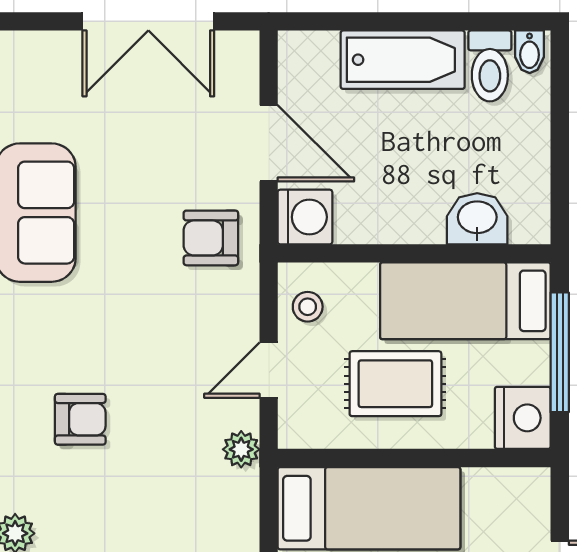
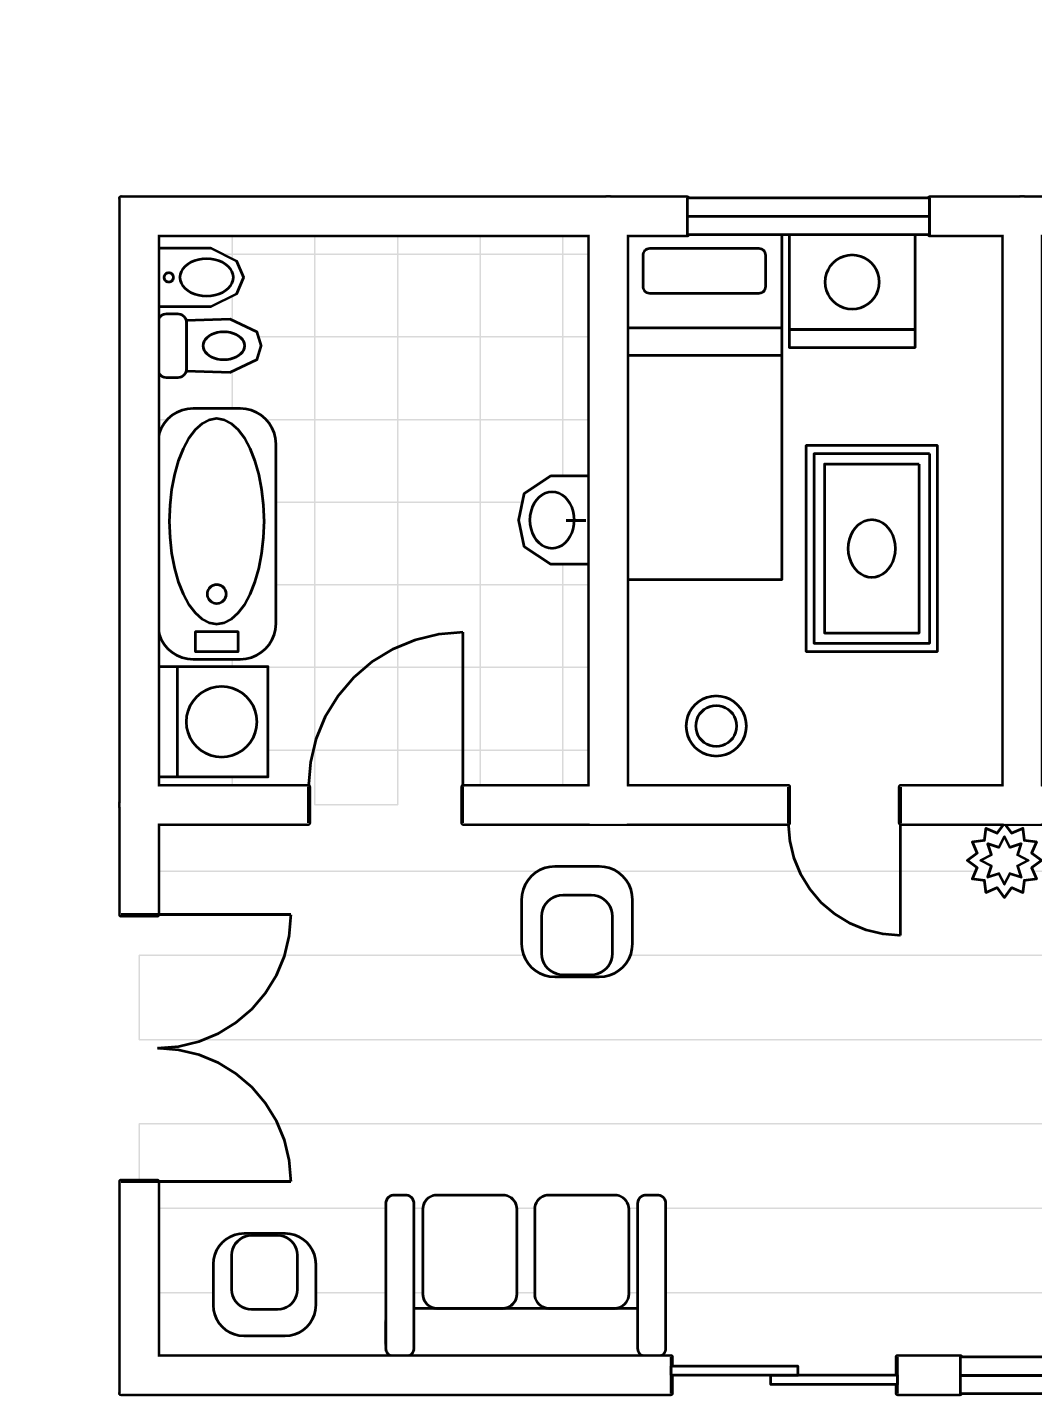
toilet: (490, 66) -> (209, 346), width x0.73, depth x0.72
washing machine: (305, 217) -> (213, 722), moved, turned 90
washbasin: (477, 219) -> (554, 520), moved, width x0.72, depth x0.69
nightstand: (523, 418) -> (852, 291), moved
armchair: (80, 419) -> (265, 1285), moved

